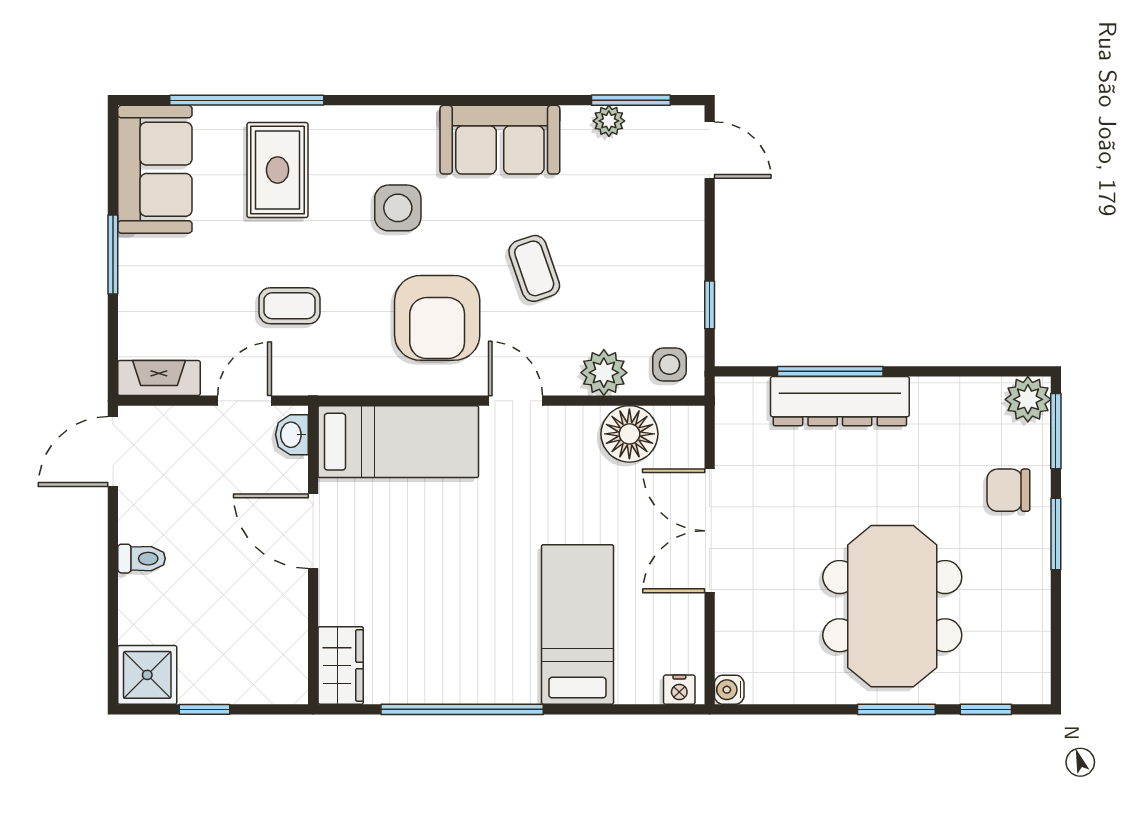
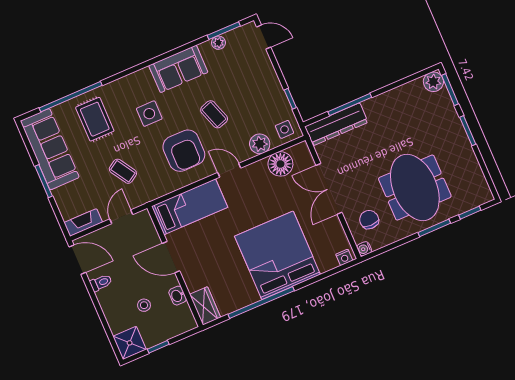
sofa: (155, 169) -> (50, 149), width x1.36
coffee table: (289, 306) -> (123, 171), turned 58
dresser: (840, 401) -> (336, 124), moved
washbasin: (292, 435) -> (178, 296), moved
door: (113, 452) -> (77, 260), swing flipped
chair: (1008, 490) -> (369, 220), moved, turned 90
toilet: (142, 559) -> (101, 283), moved
stool: (212, 608) -> (144, 305), added
bed: (577, 624) -> (277, 255), width x2.04

